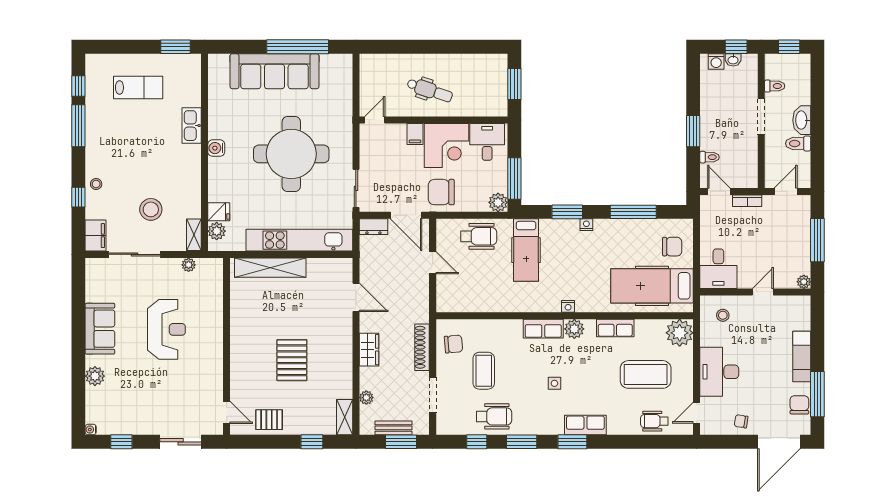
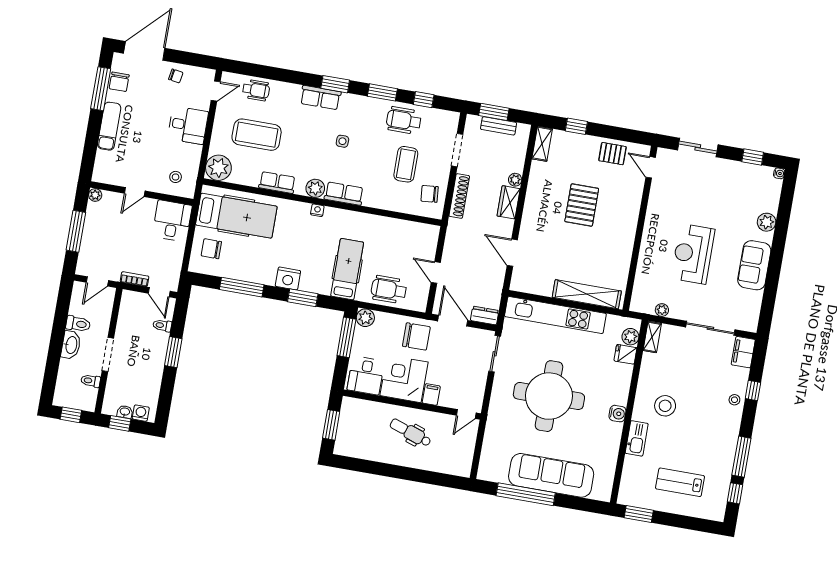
stool: (151, 209) -> (665, 406), moved
nightstand: (586, 225) -> (288, 279), width x1.89, depth x1.79
desk: (719, 372) -> (188, 125), width x0.73
plant: (366, 398) -> (515, 180), moved

